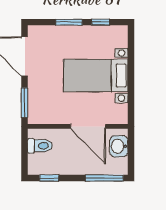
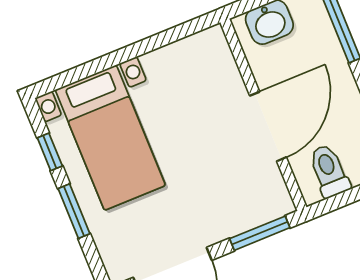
bed with nightstands: (96, 76) -> (110, 138), moved
door: (88, 126) -> (268, 126), moved

